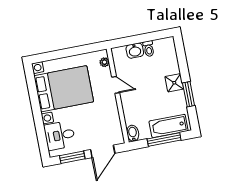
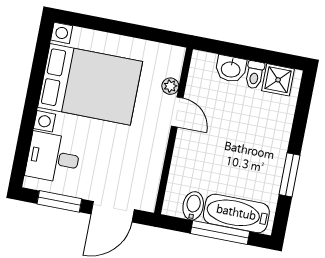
plant: (105, 62) -> (170, 86), moved
shower: (174, 83) -> (278, 80), moved
bidet: (133, 133) -> (193, 206), moved

